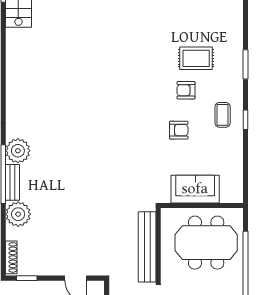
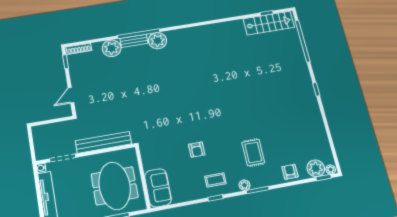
plant: (236, 80) -> (245, 185), added
armchair: (186, 90) -> (290, 172), moved
sofa: (195, 189) -> (158, 188), moved

